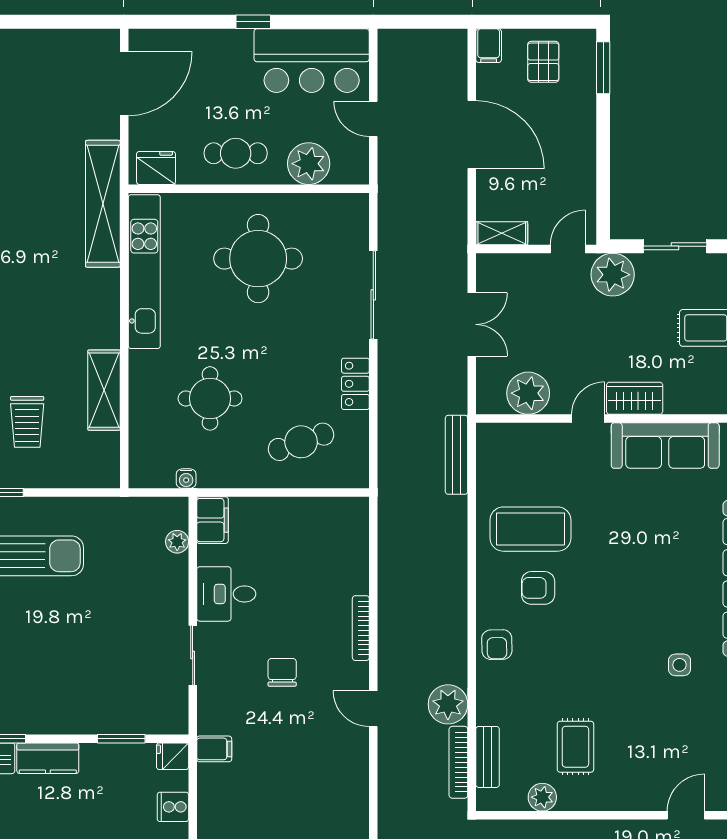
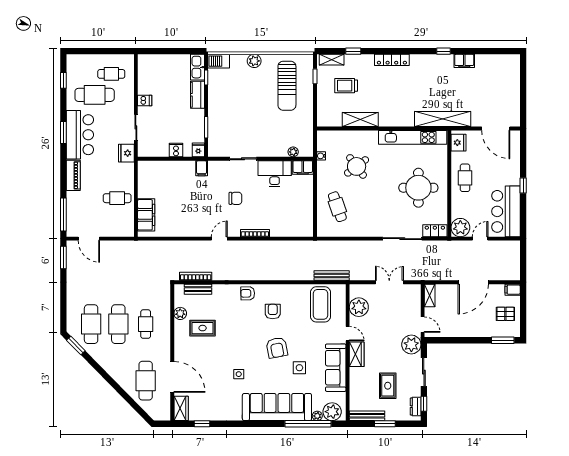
plant: (309, 164) -> (460, 228), moved
double door: (472, 324) -> (389, 282), swing flipped
locker: (355, 384) -> (435, 231), moved
round table: (210, 398) -> (357, 166), turned -37
side table: (665, 528) -> (299, 368), added
coffee table: (530, 529) -> (321, 304), moved
armchair: (620, 579) -> (277, 348), added
desk: (226, 594) -> (275, 174), width x1.37
plant: (448, 704) -> (221, 272), removed
door: (686, 815) -> (172, 377), width x1.87

